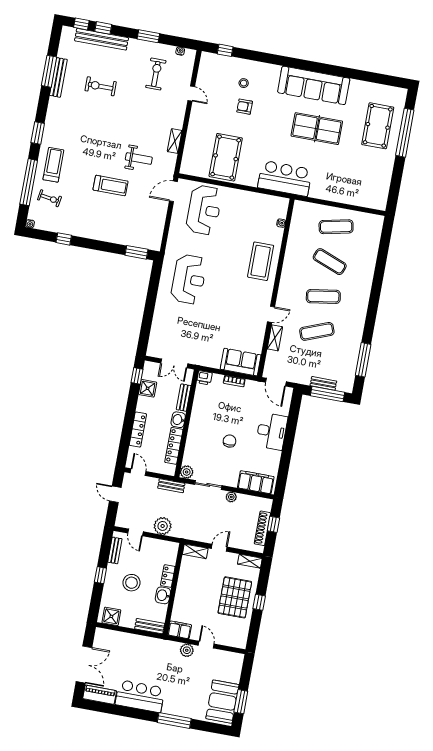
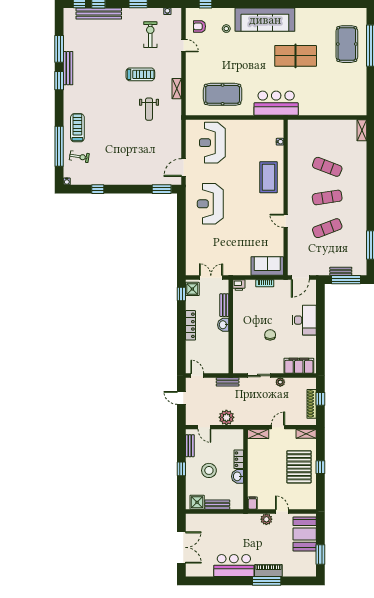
bench: (58, 77) -> (68, 68), moved
sofa: (314, 85) -> (265, 20), moved
exercise bike: (101, 86) -> (105, 54), removed
armchair: (245, 107) -> (199, 26), moved
window: (38, 133) -> (59, 81), moved
pool table: (226, 157) -> (223, 94), turned 90
weight bench: (139, 159) -> (149, 109), turned 90
treadmill: (111, 186) -> (140, 74), moved
door: (173, 191) -> (183, 168), moved
reception desk: (204, 210) -> (212, 143), turned 180
exercise mat: (336, 227) -> (327, 136), removed
reception desk: (189, 279) -> (210, 204), turned 180
door: (271, 314) -> (286, 221), swing flipped
shelving: (275, 338) -> (362, 130), moved
double door: (174, 363) -> (211, 278), swing flipped
door: (276, 382) -> (300, 278), hinge flipped
shower: (148, 388) -> (192, 289), moved
locker: (138, 430) -> (190, 325), moved
locker: (174, 446) -> (224, 348), removed
plant: (187, 472) -> (238, 368), removed
bench: (150, 626) -> (217, 505), moved
filing cabinet: (180, 630) -> (252, 503), width x0.50
piano: (100, 695) -> (268, 571), moved
booth: (222, 702) -> (305, 534), moved

